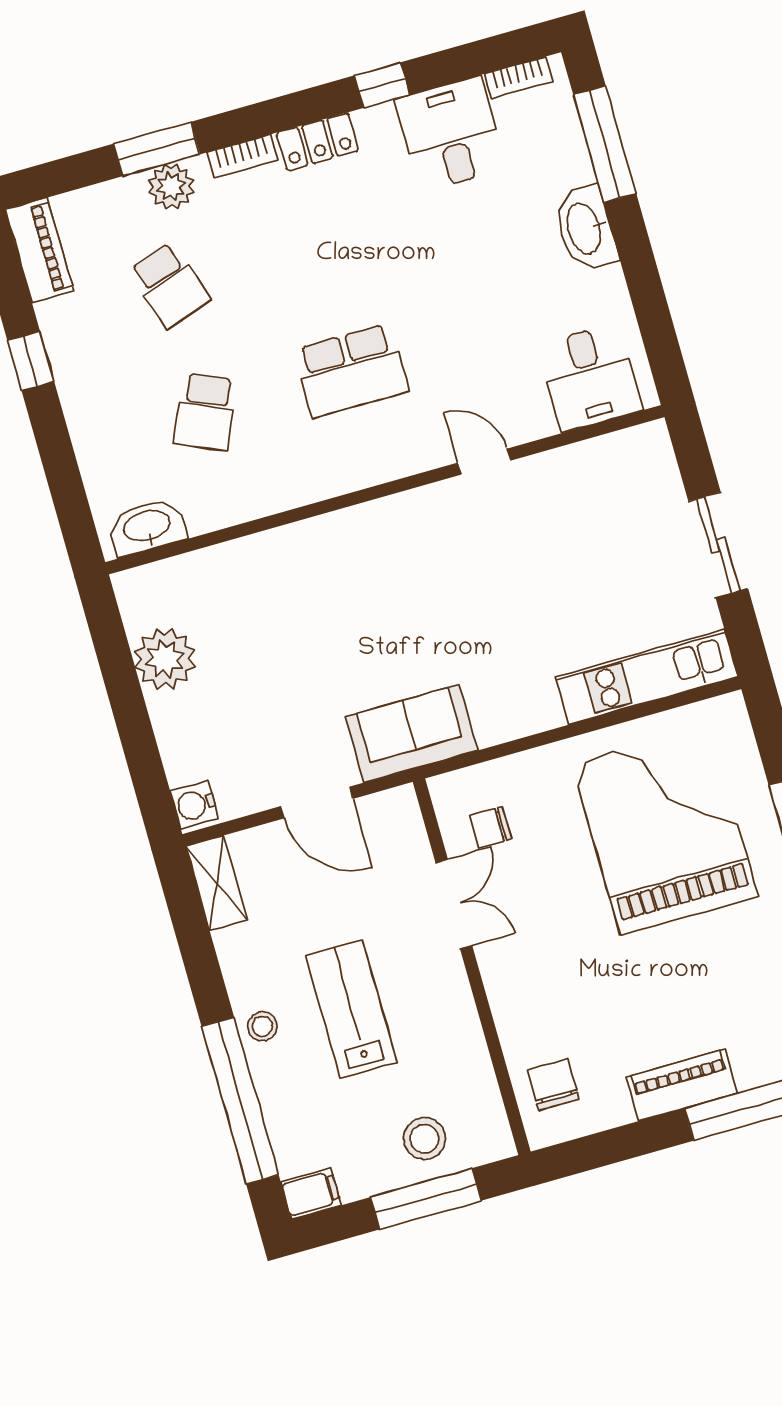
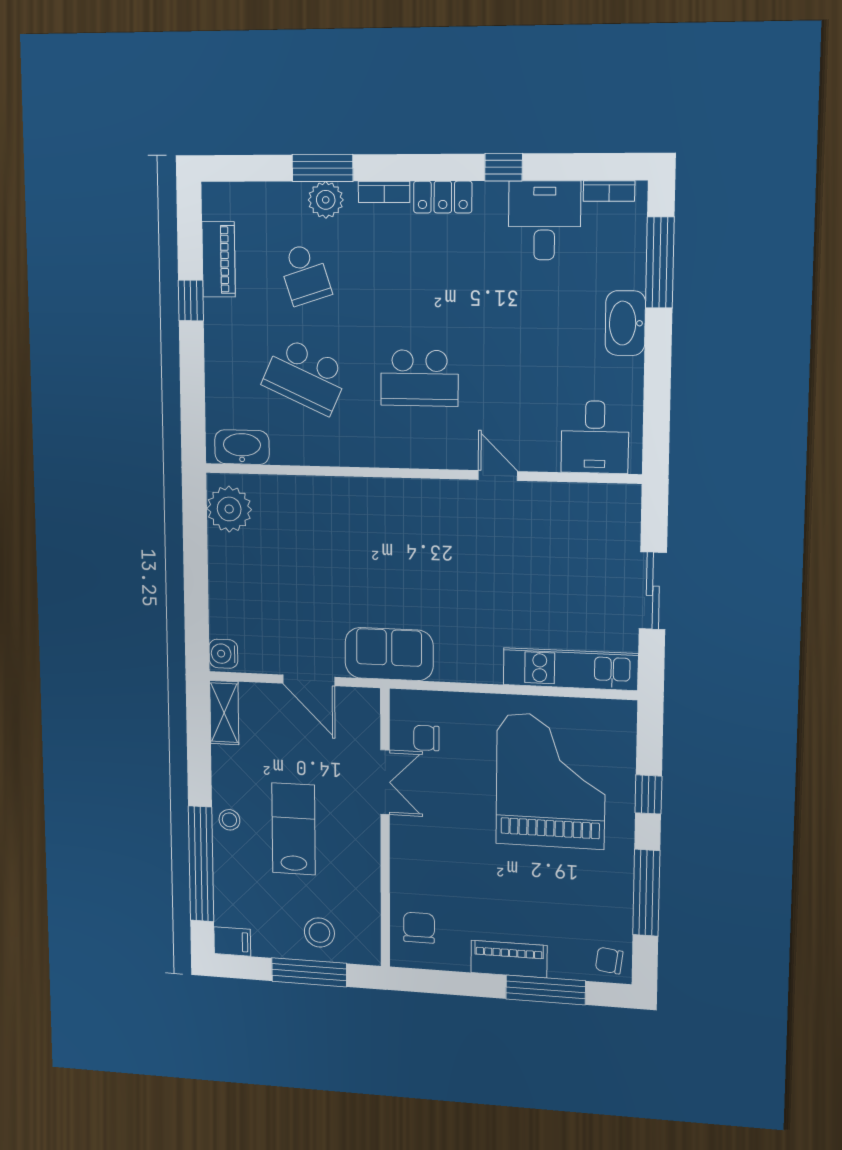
piano: (40, 250) -> (219, 259), moved
school desk: (205, 412) -> (306, 376), width x1.85
plant: (165, 659) -> (229, 509), moved

